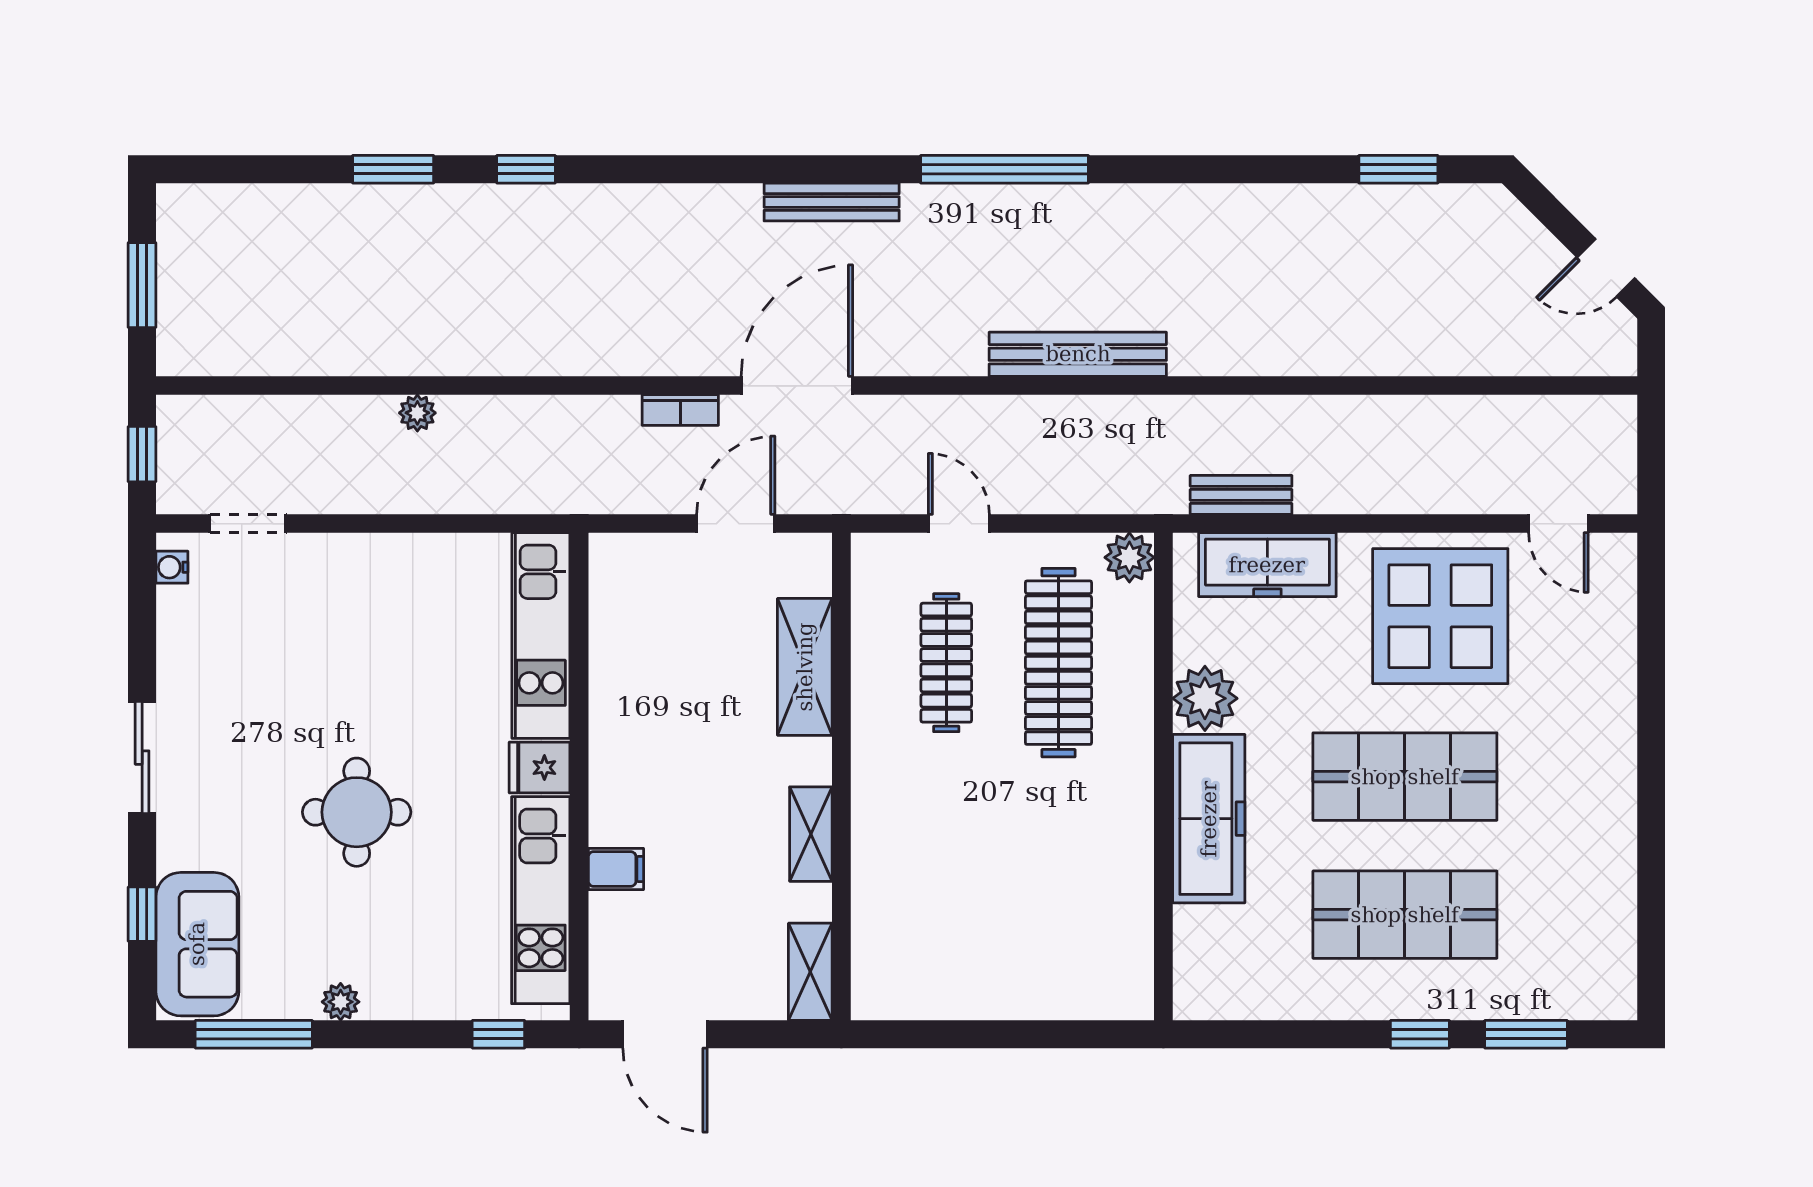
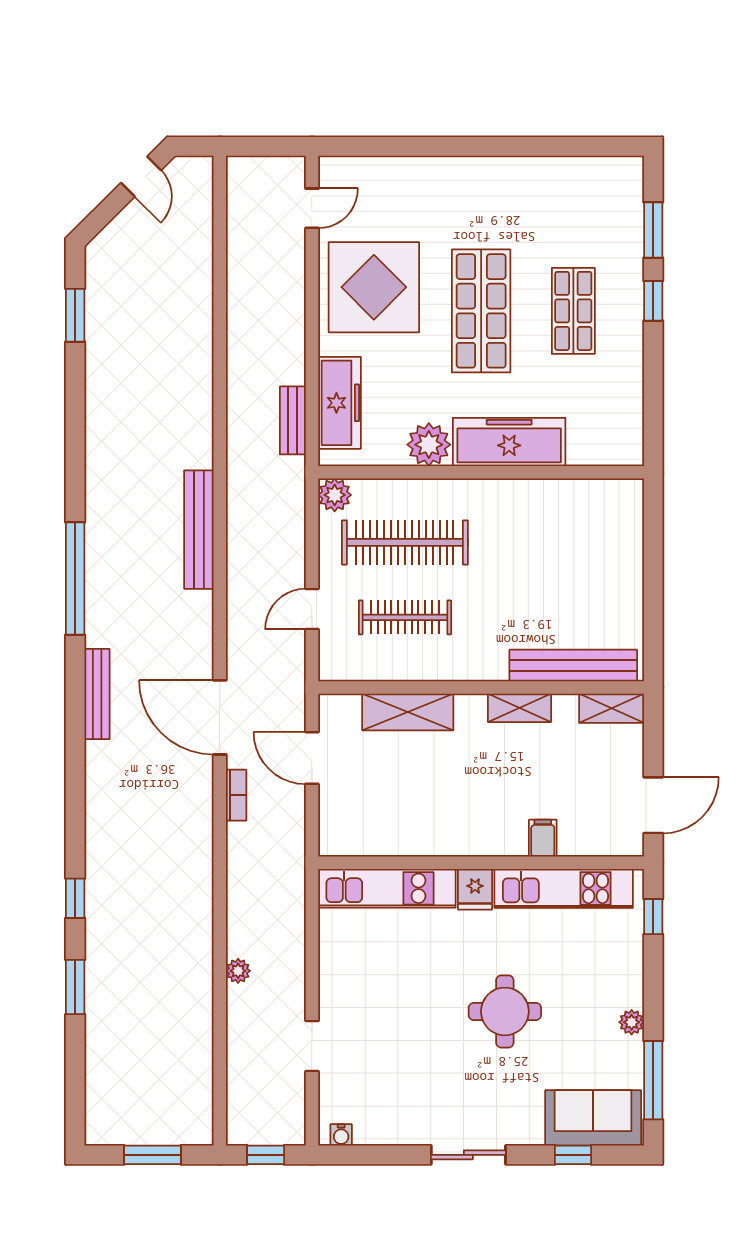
doorway: (248, 524) -> (312, 1046), moved
bench: (874, 914) -> (573, 666), added
shop shelf: (1405, 915) -> (573, 311), width x0.70, depth x0.74

